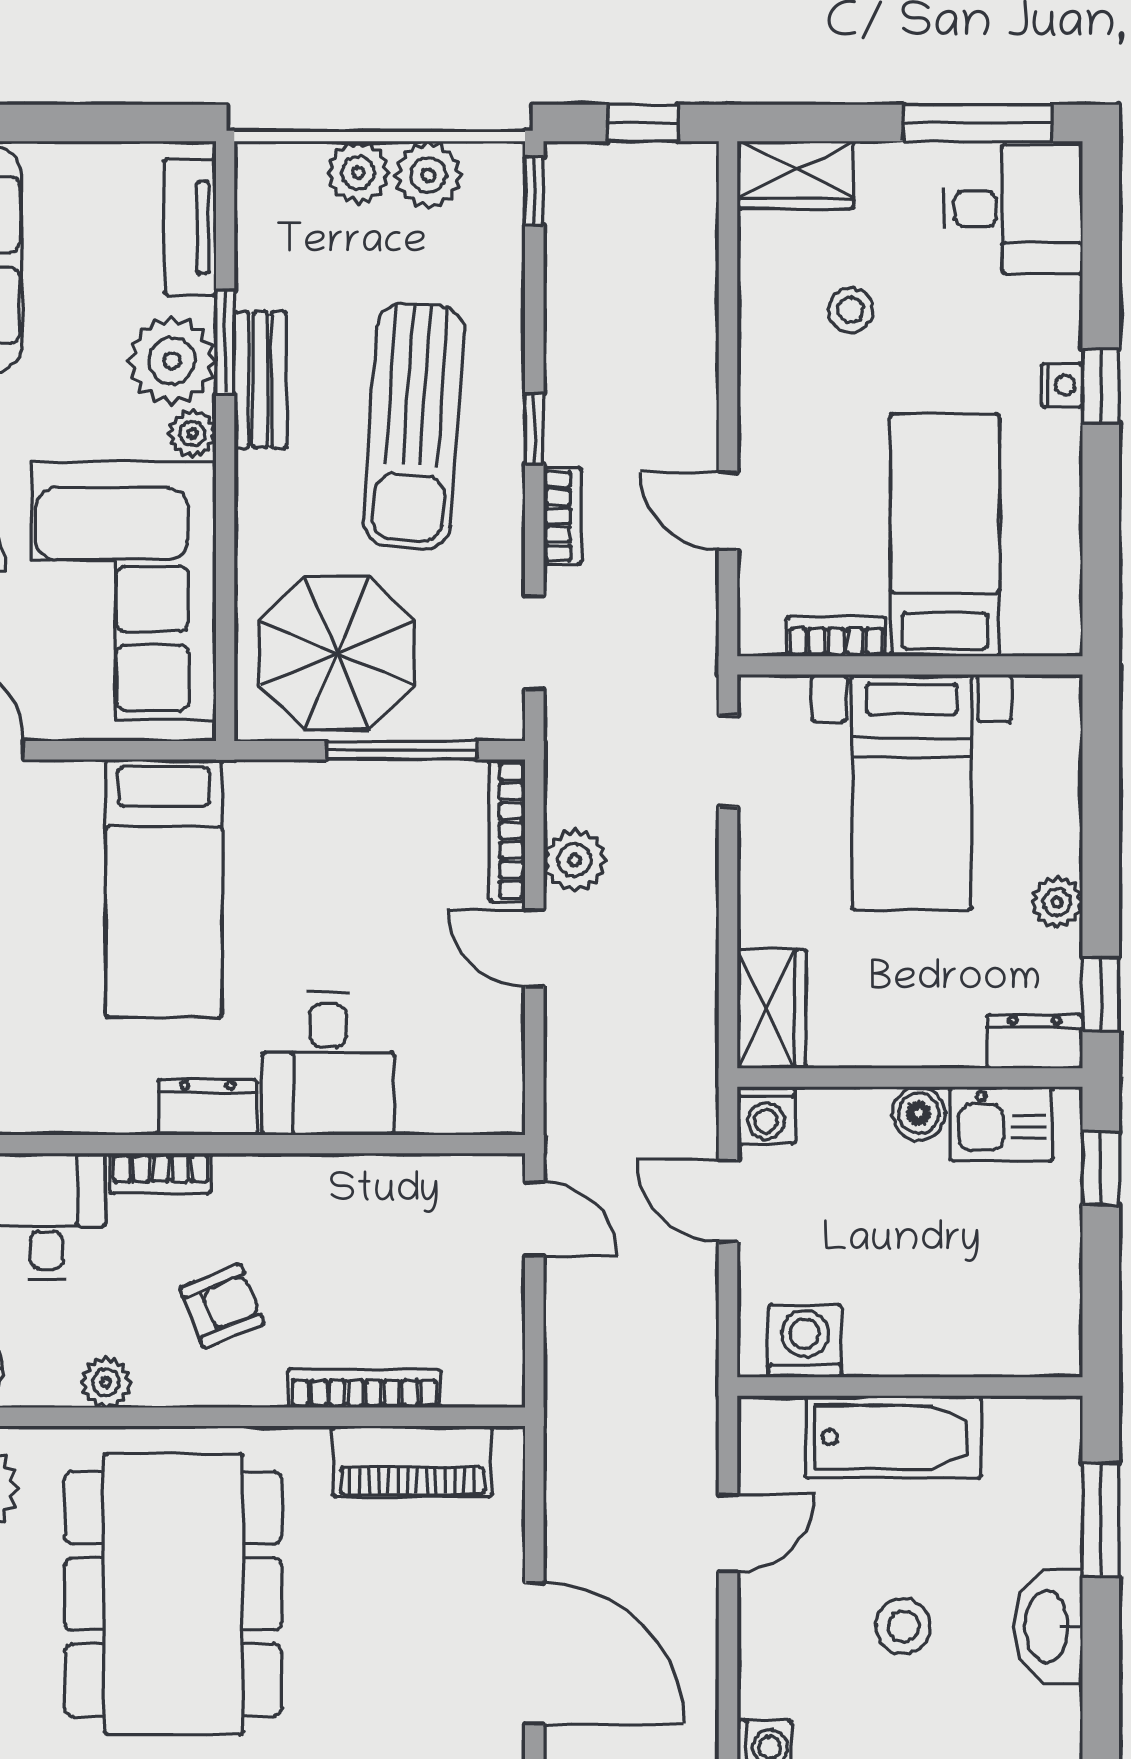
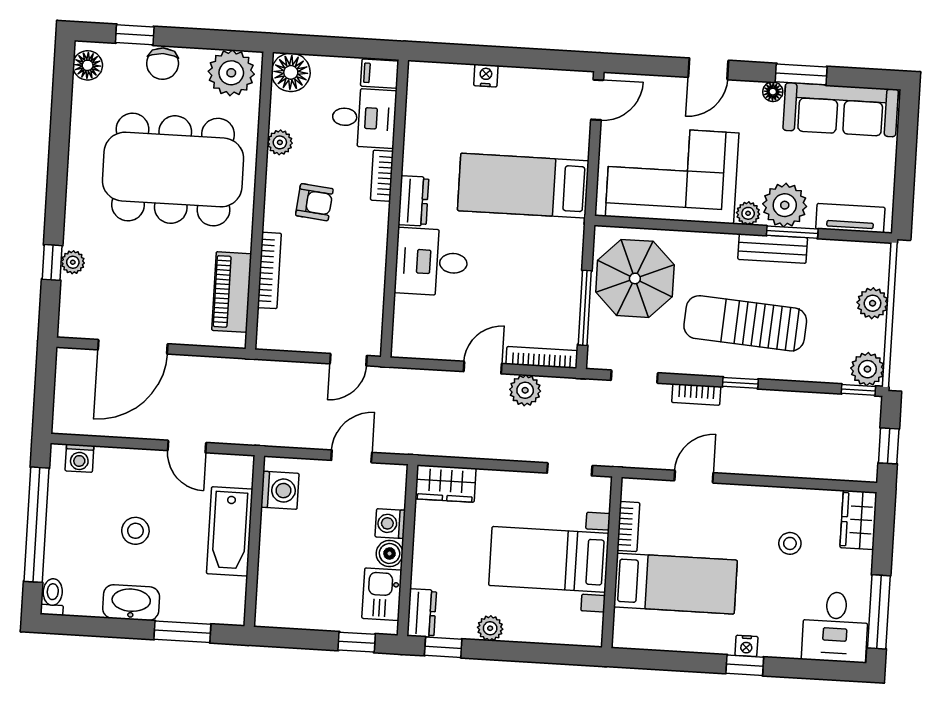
plant: (428, 175) -> (867, 369), moved
washing machine: (766, 1115) -> (390, 524), moved
armchair: (222, 1306) -> (314, 202), turned -62

